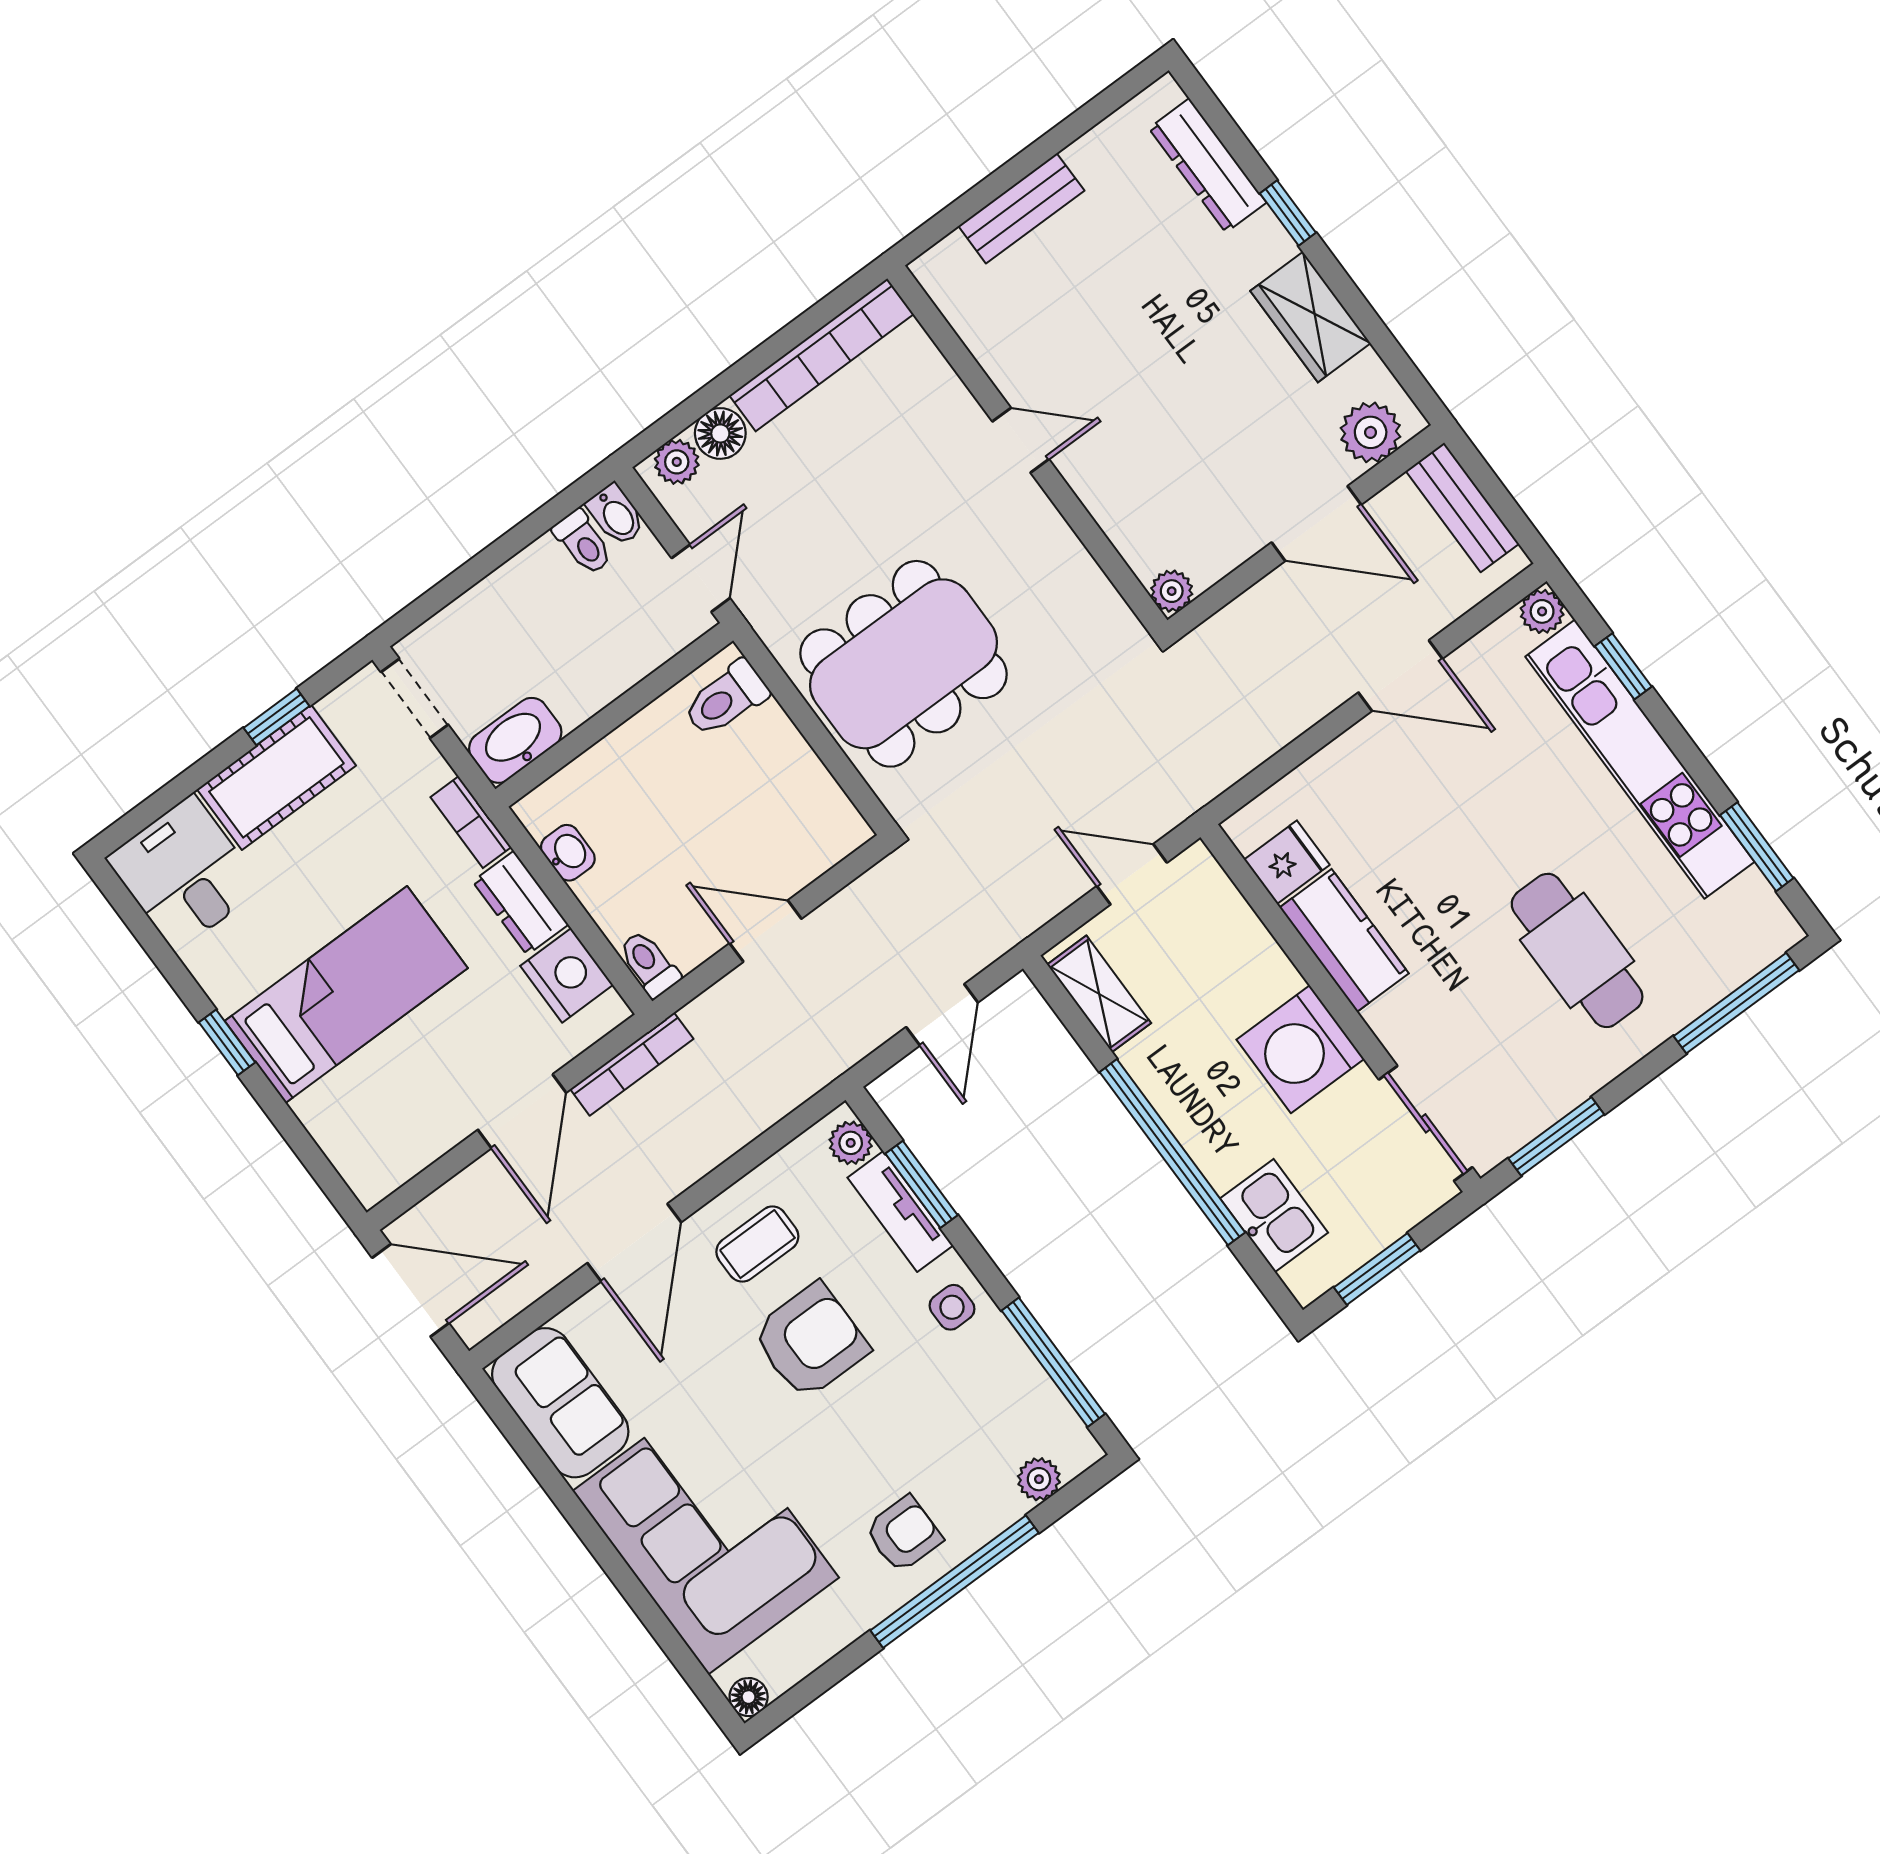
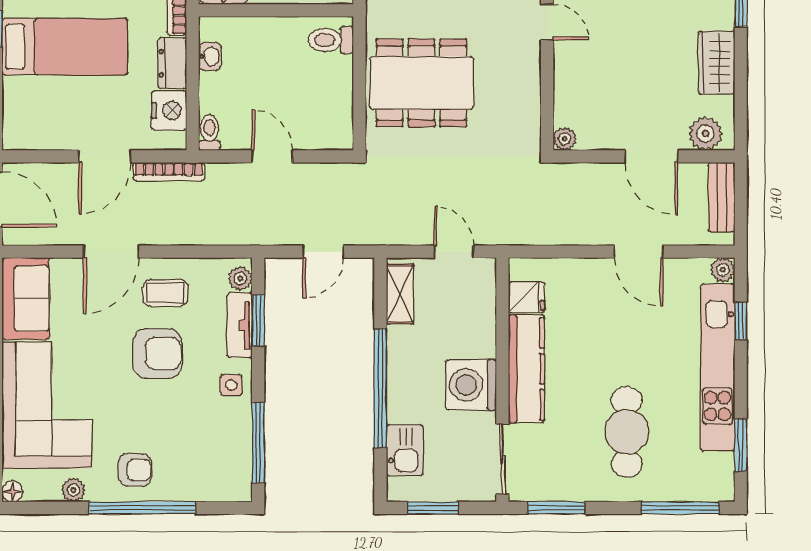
kitchen counter: (1344, 940) -> (526, 369), width x1.50
plant: (1039, 1479) -> (73, 490), moved

